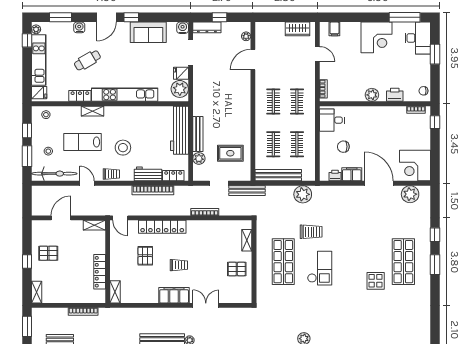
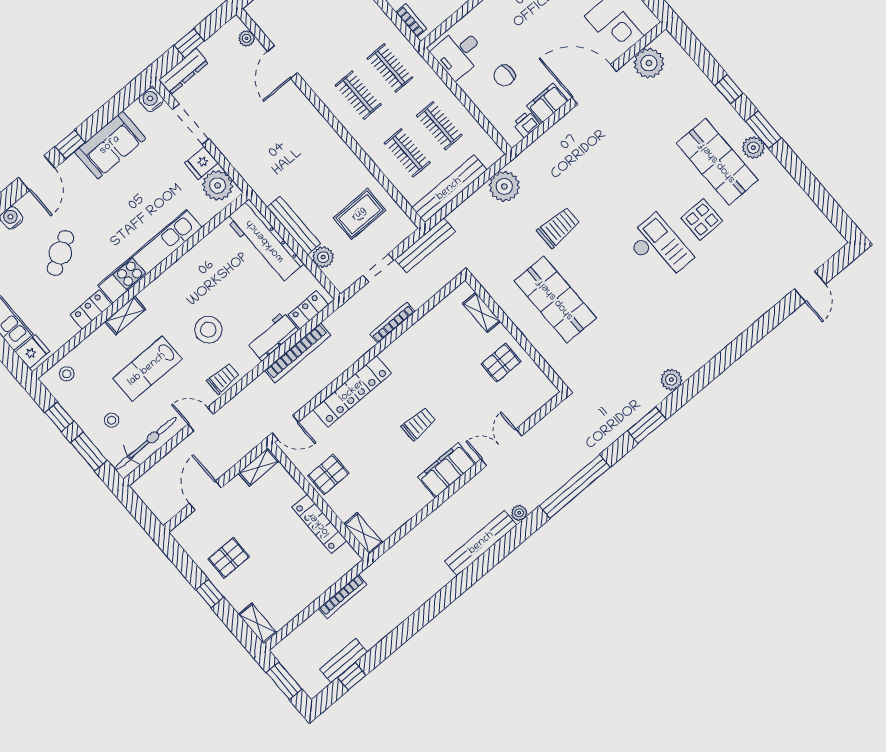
pallet: (145, 256) -> (328, 475), moved, turned 90
checkout: (320, 268) -> (659, 248), moved
plant: (424, 269) -> (753, 148), added

